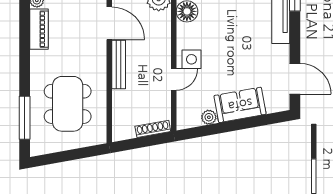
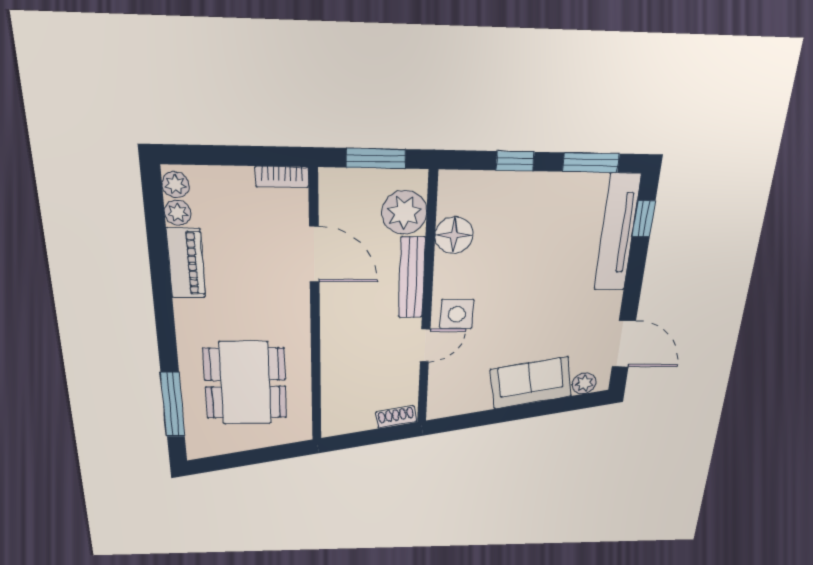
bench: (119, 65) -> (412, 278), moved
plant: (209, 117) -> (584, 383), moved
shoe rack: (153, 129) -> (396, 417), width x0.70

